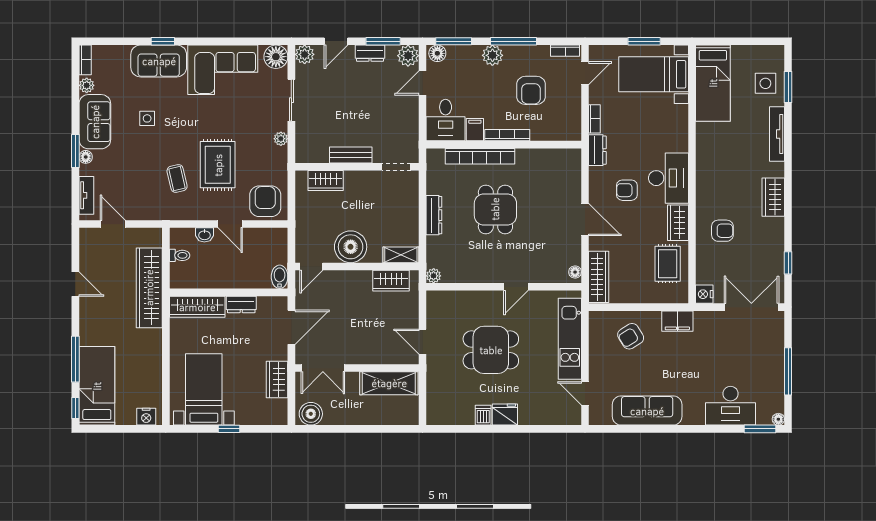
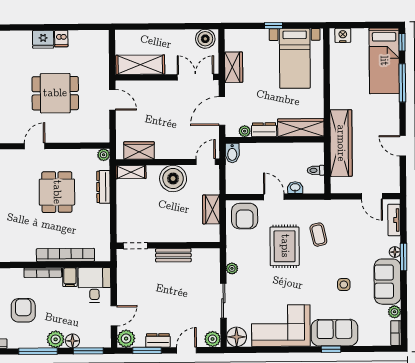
floor lamp: (437, 53) -> (72, 341), moved
wardrobe: (326, 181) -> (211, 209), moved, turned -90
dining table: (495, 209) -> (57, 192), moved
dresser: (434, 215) -> (103, 187), moved
plant: (264, 303) -> (245, 131), added

